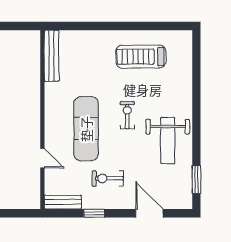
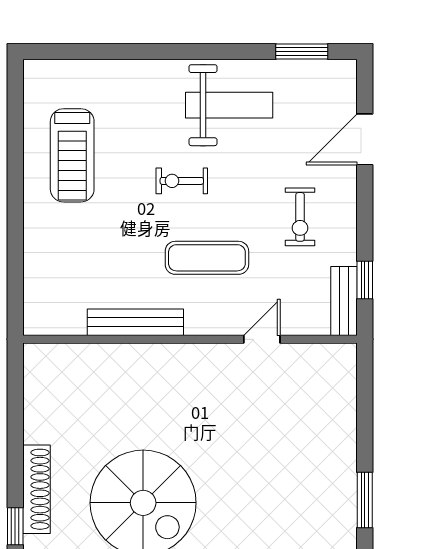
bench: (52, 56) -> (135, 322), moved
exercise mat: (86, 129) -> (207, 258), width x0.73, depth x0.69
window: (94, 213) -> (365, 280), moved

